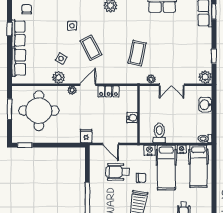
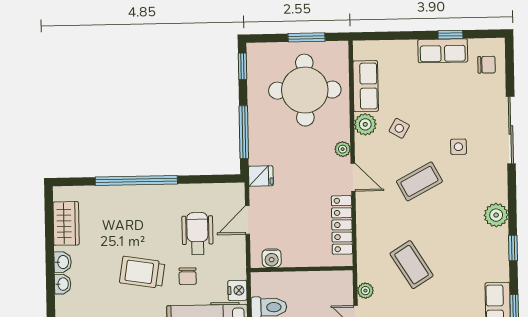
coffee table: (137, 53) -> (412, 265), turned 46
row of seats: (19, 62) -> (366, 86), moved, turned -90
locker: (108, 91) -> (342, 225), width x1.53
water cooler: (132, 118) -> (272, 258), moved
window: (62, 145) -> (244, 132), added

